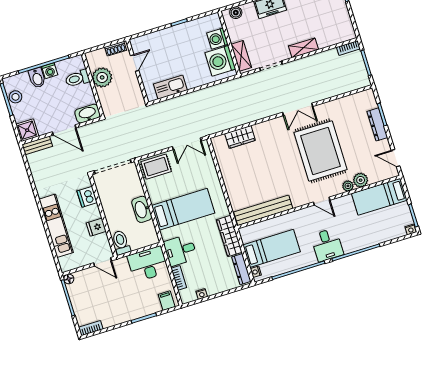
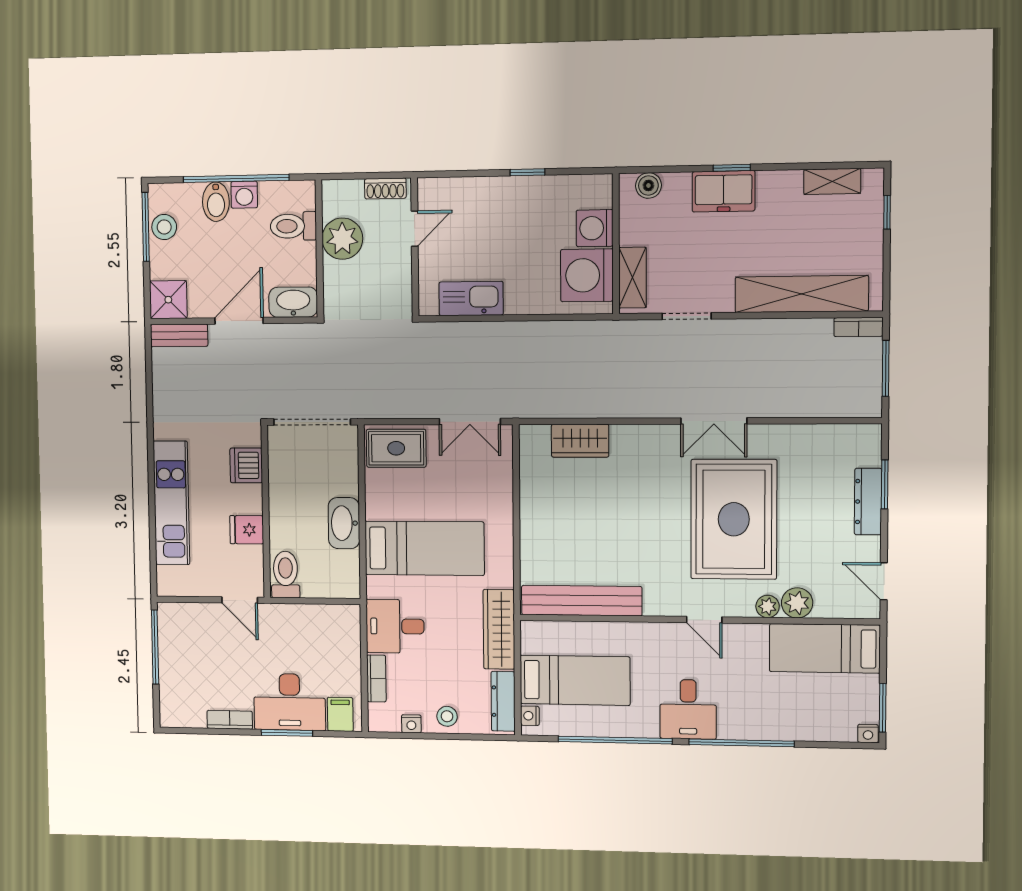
shelving: (304, 48) -> (802, 294), width x2.20, depth x1.33
door: (64, 130) -> (239, 321), swing flipped
desk: (148, 264) -> (290, 702), moved, turned 180
floor lamp: (69, 279) -> (167, 612), removed
stool: (217, 285) -> (447, 716), added
bookcase: (91, 328) -> (230, 720), moved

